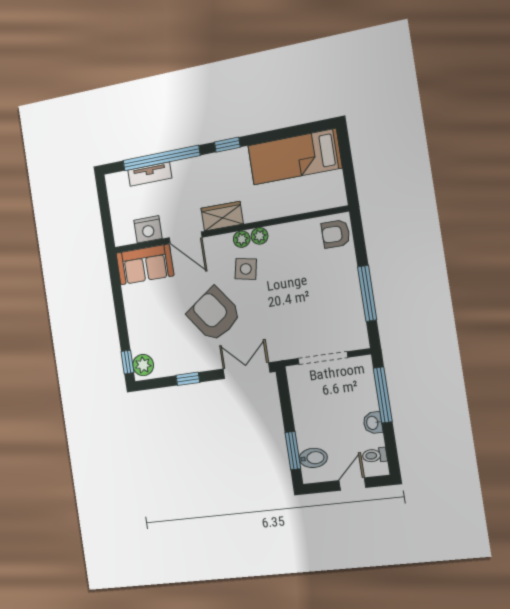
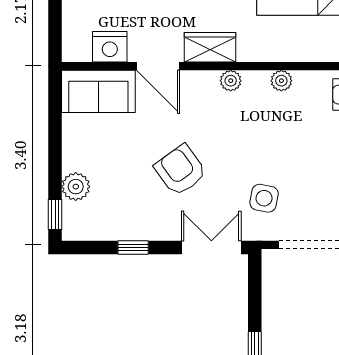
plant: (260, 236) -> (281, 81), moved
side table: (246, 269) -> (264, 198), moved
armchair: (214, 314) -> (180, 170), width x0.73, depth x0.73
plant: (143, 365) -> (76, 187), moved

